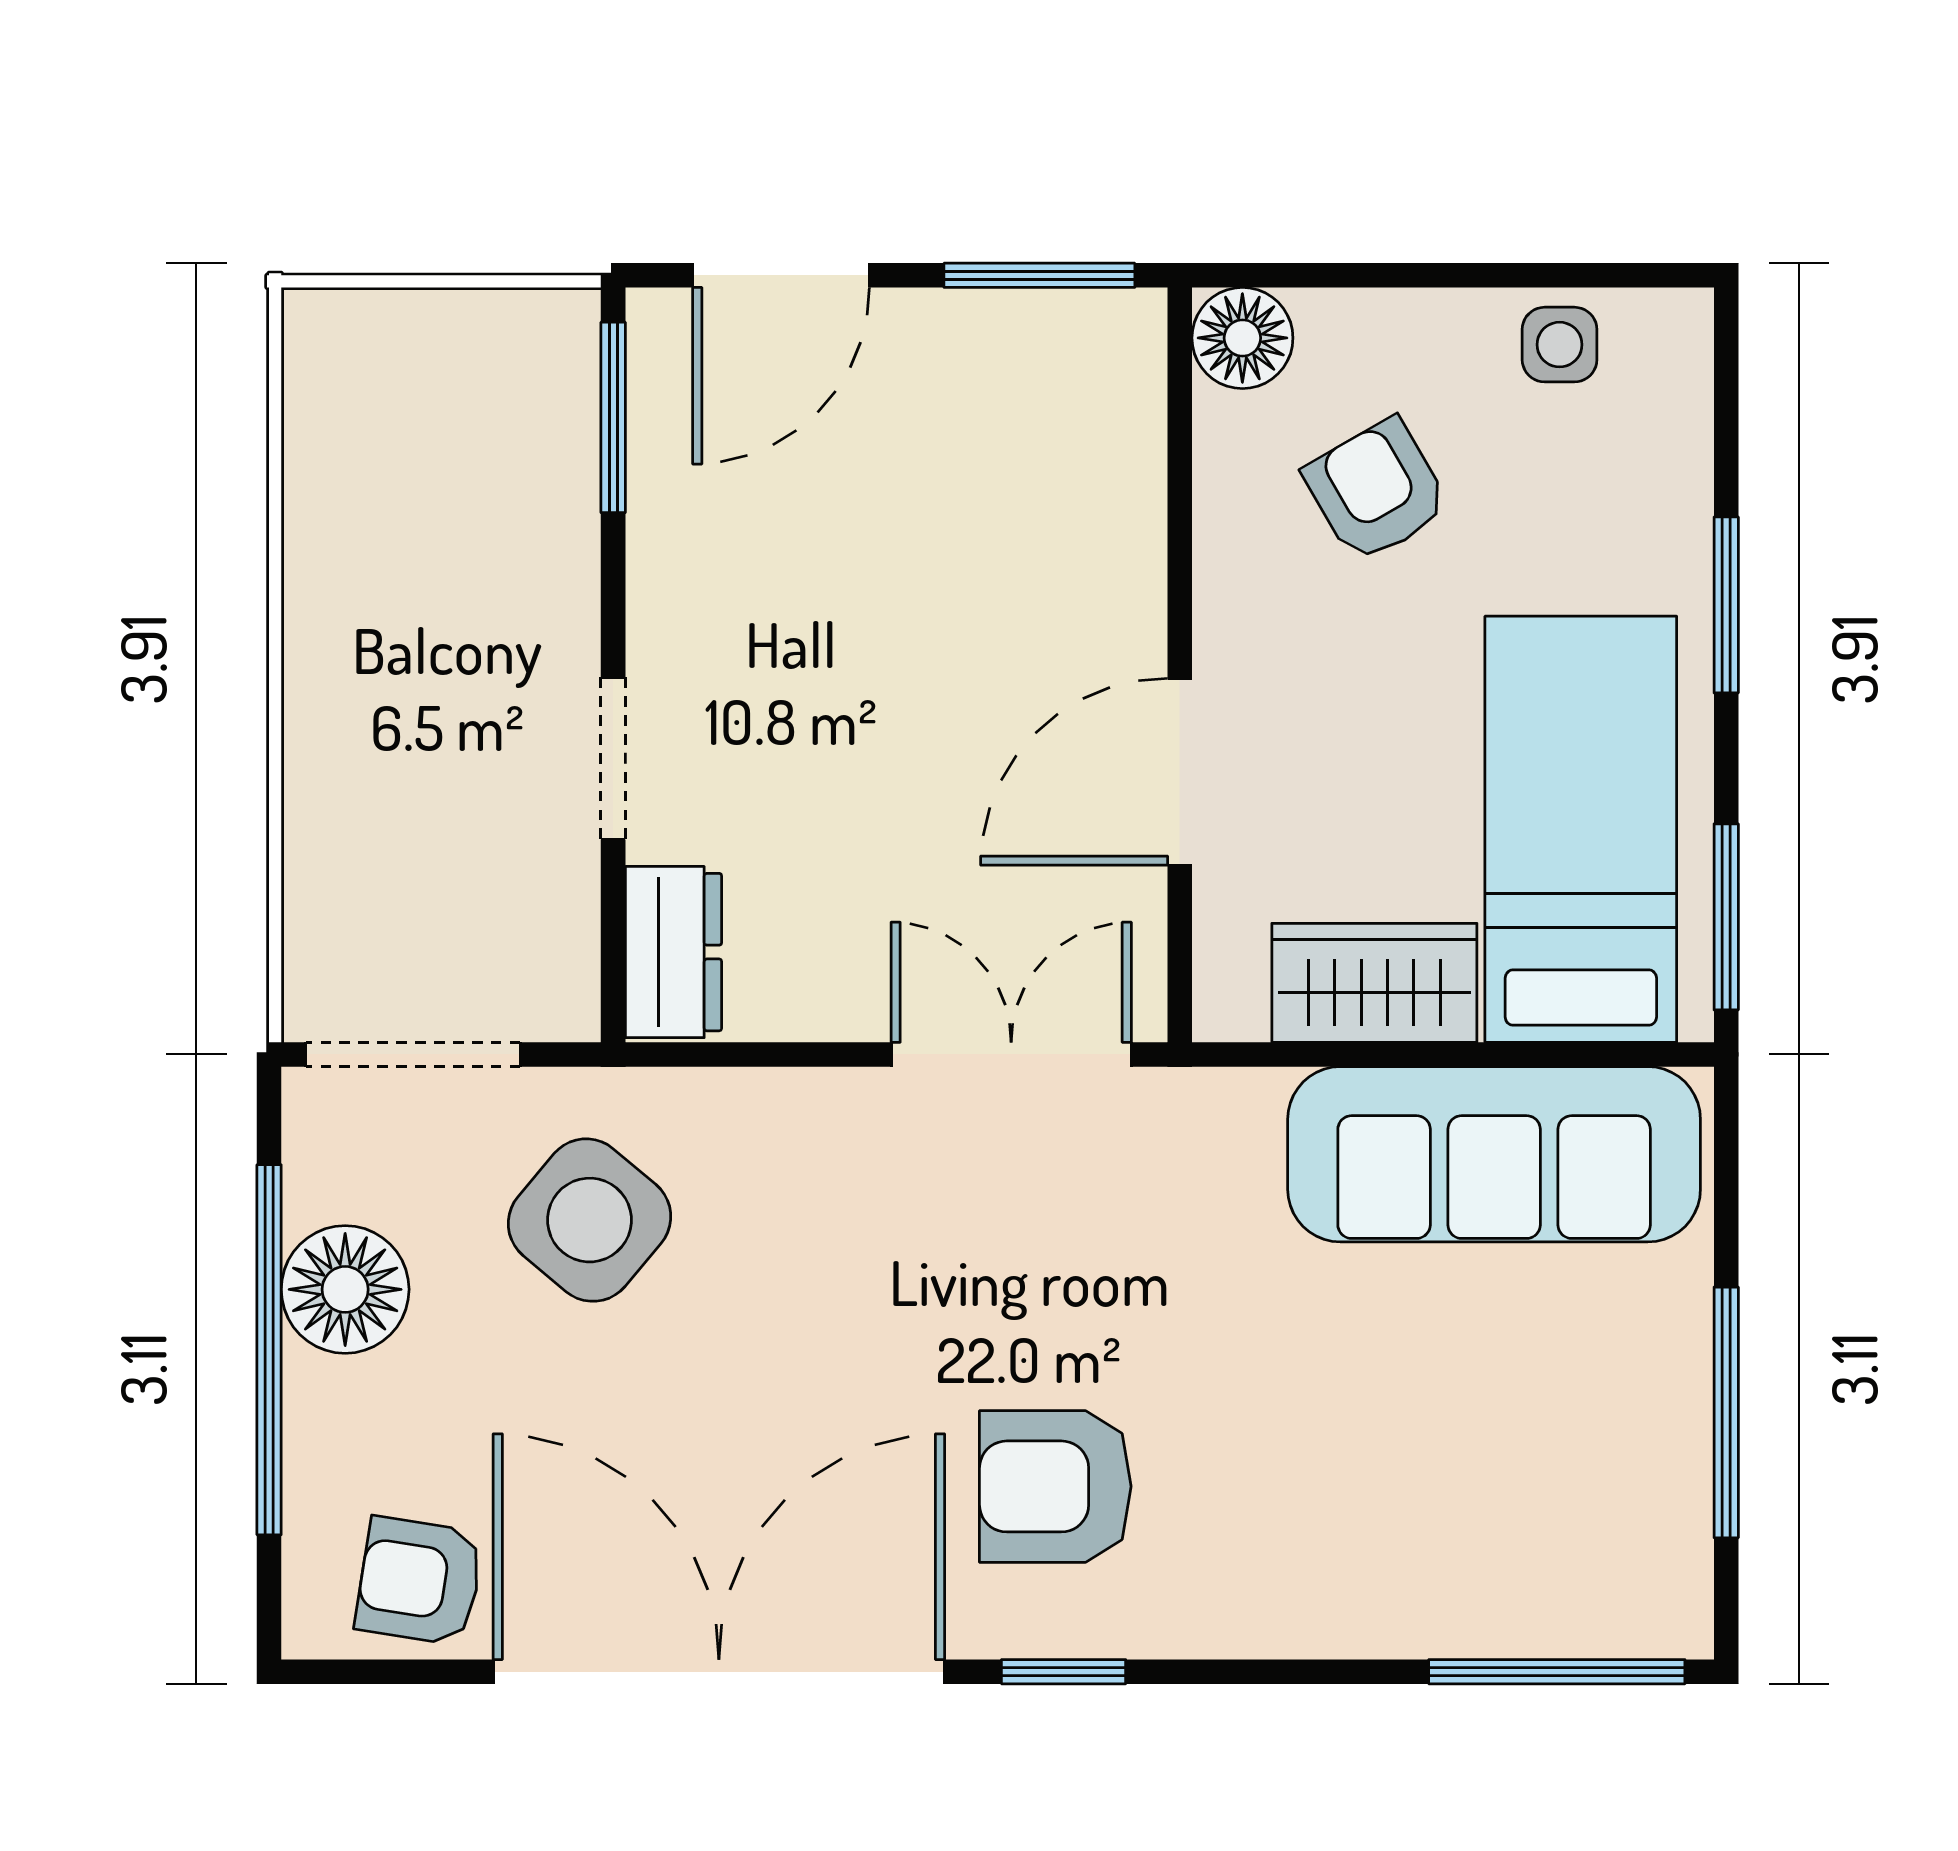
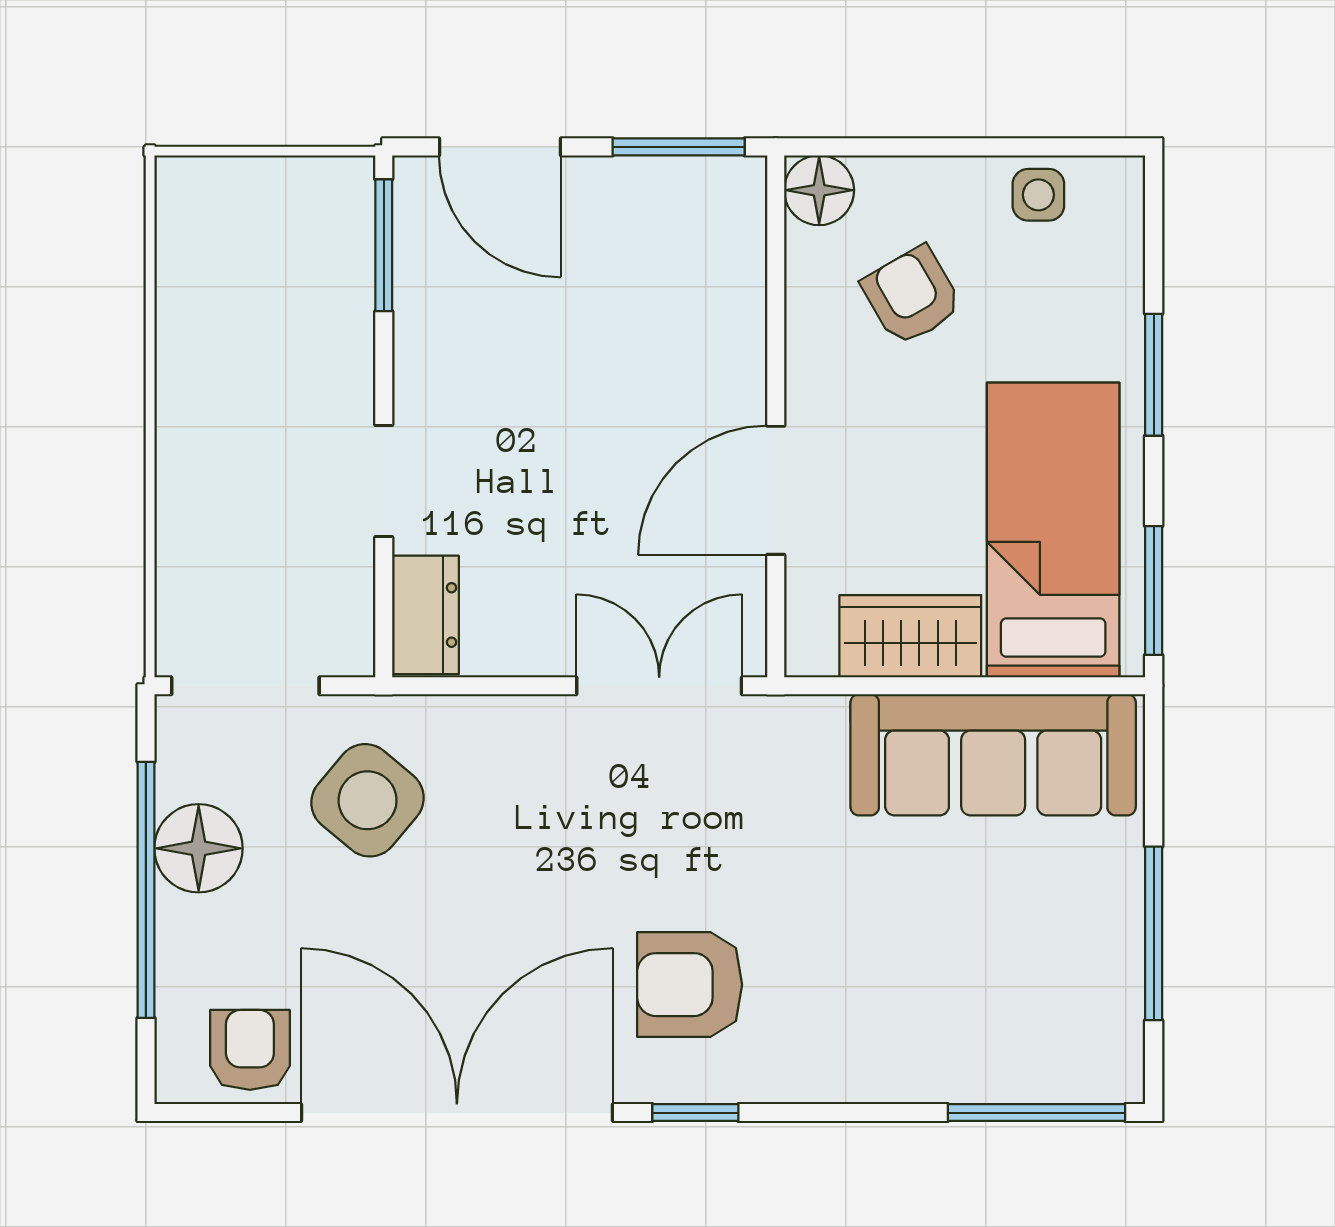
door: (781, 275) -> (500, 147), hinge flipped
armchair: (419, 1581) -> (250, 1050), turned 81

